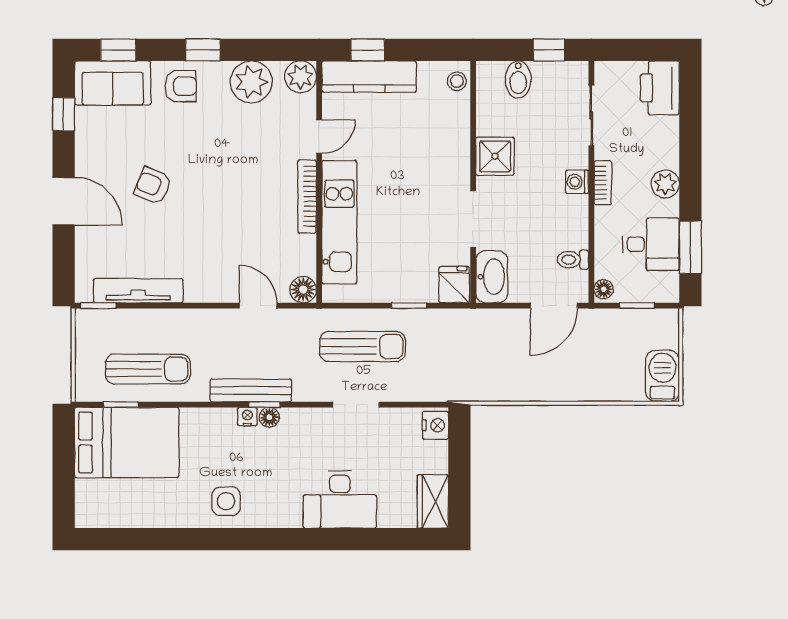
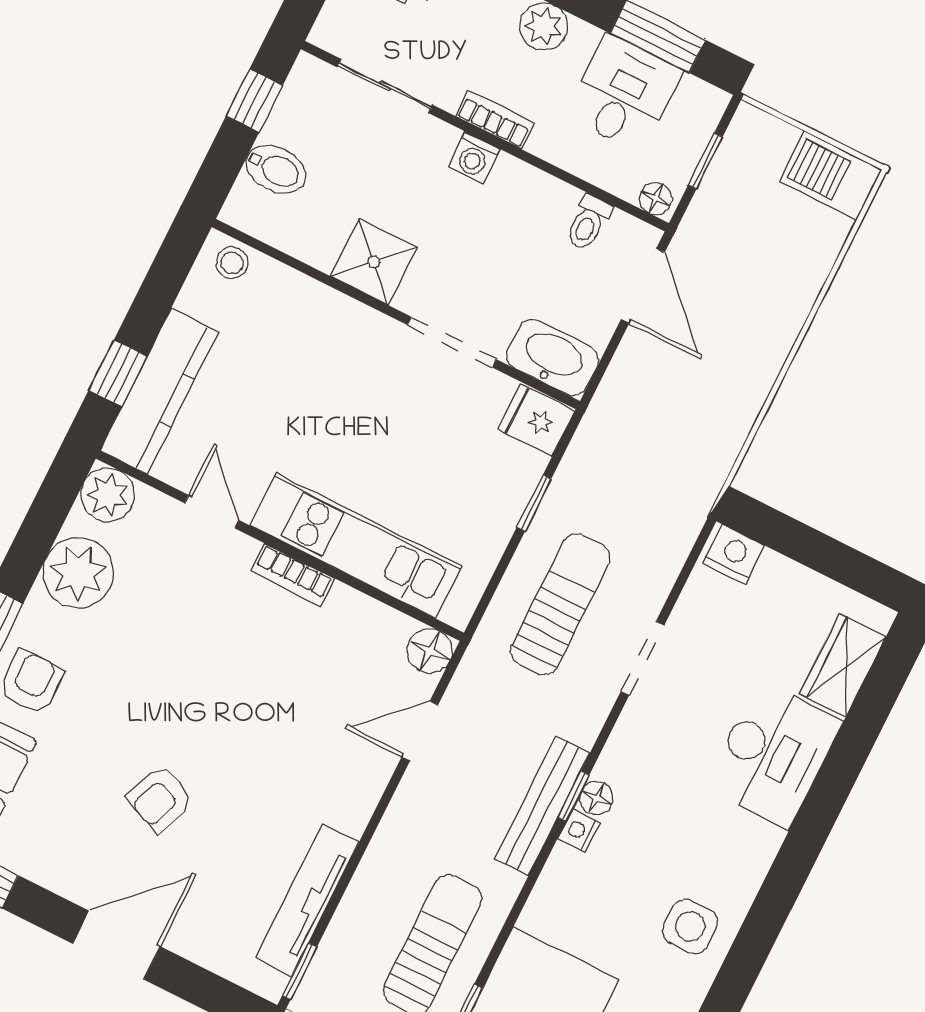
bookcase: (307, 196) -> (293, 575), width x0.64
wardrobe: (433, 501) -> (843, 665), moved, turned 90

